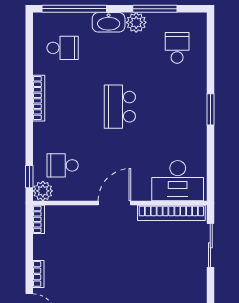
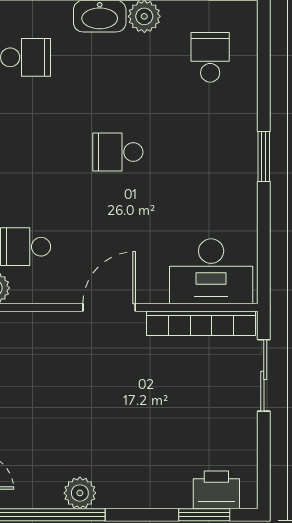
school desk: (120, 107) -> (118, 152), width x0.54

